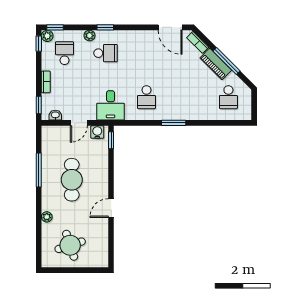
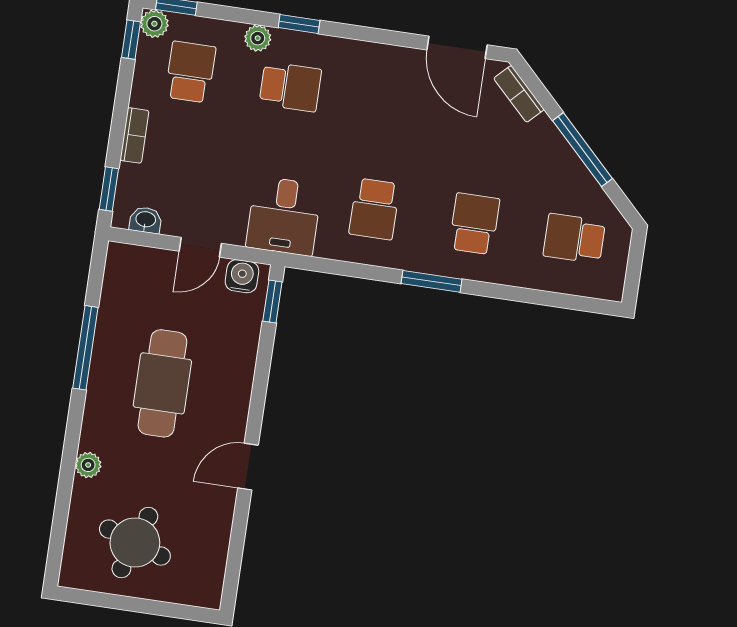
piano: (216, 64) -> (555, 153), removed
school desk: (187, 97) -> (474, 224), added
school desk: (228, 97) -> (574, 238), turned 90
round table: (70, 245) -> (135, 543), turned 37

